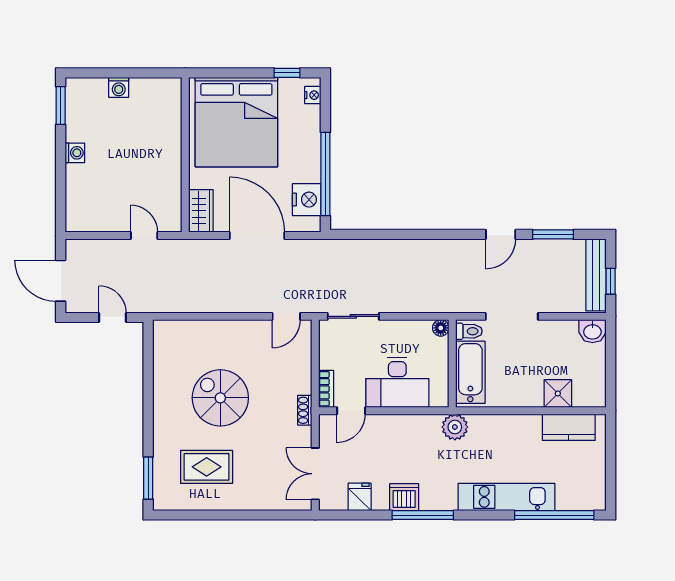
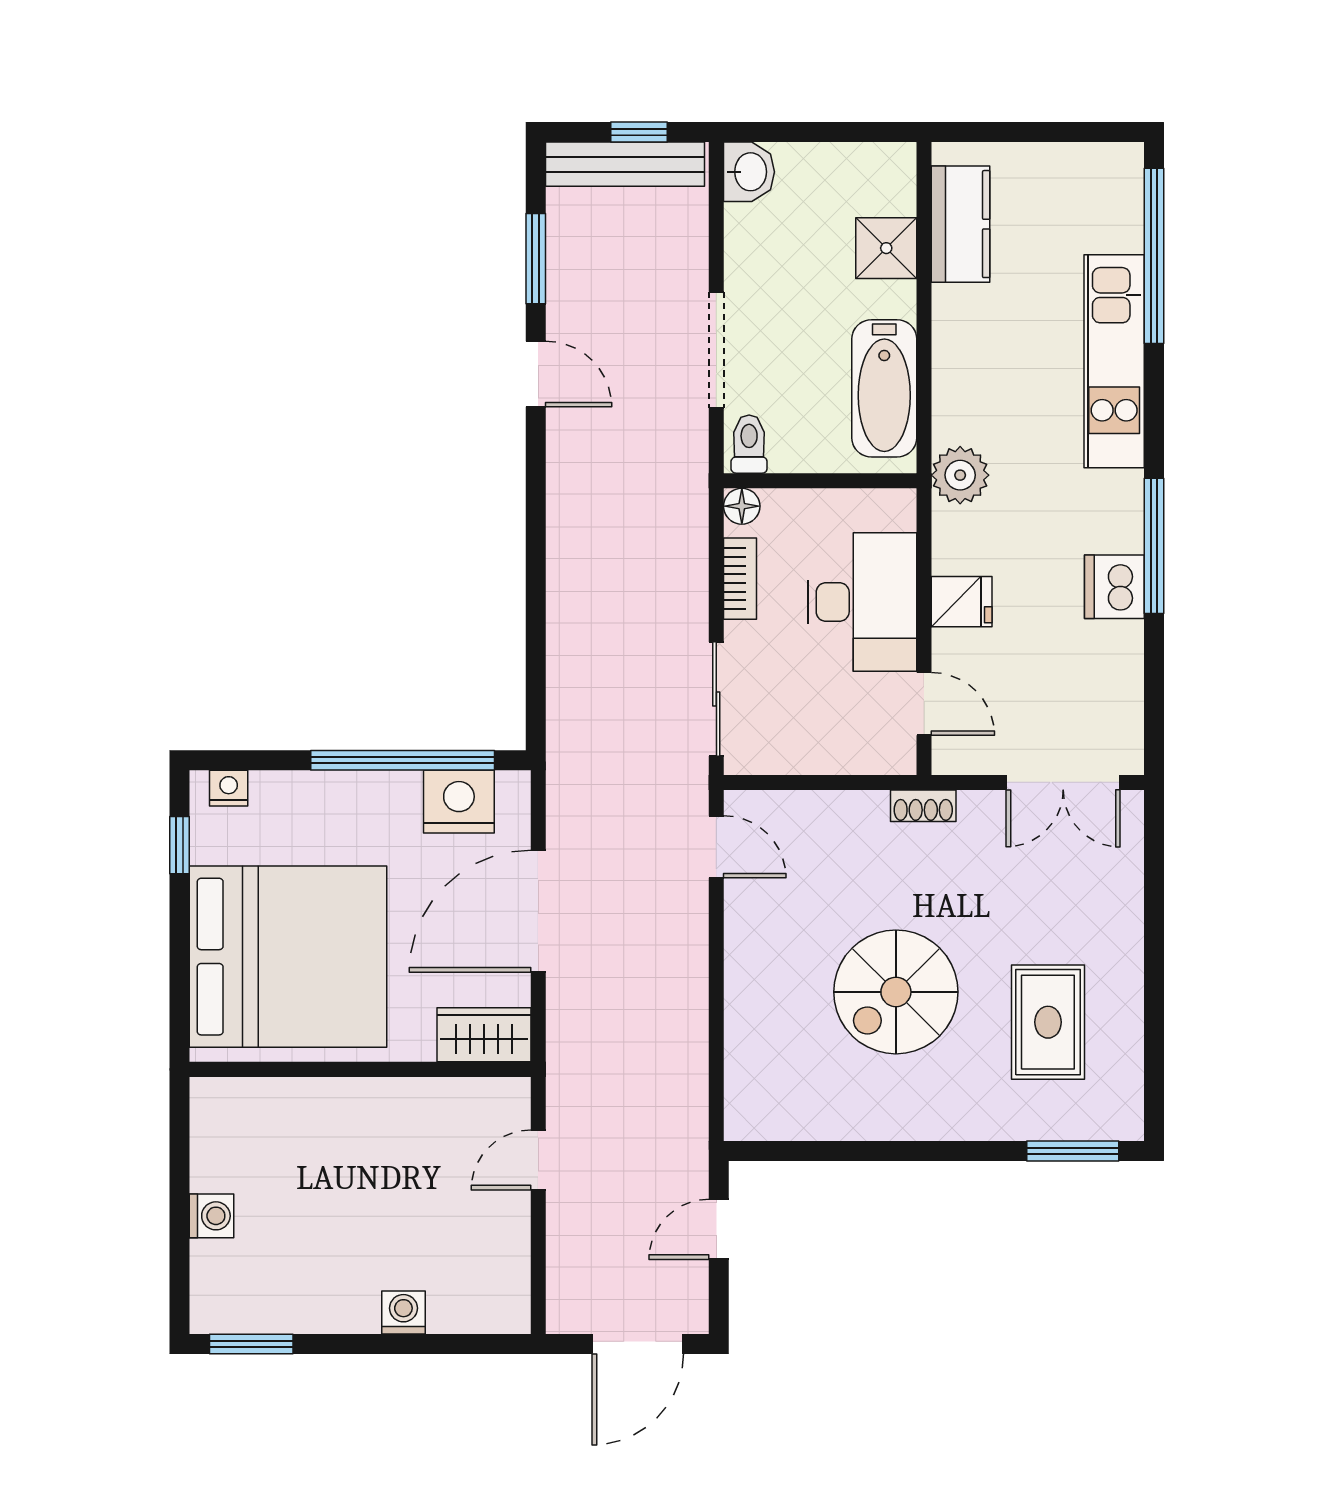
washing machine: (75, 153) -> (403, 1312), moved
bathtub: (470, 372) -> (884, 388), moved, turned -90
bookcase: (326, 389) -> (740, 579), moved, turned 90
fridge: (360, 497) -> (962, 602), moved, turned 180

